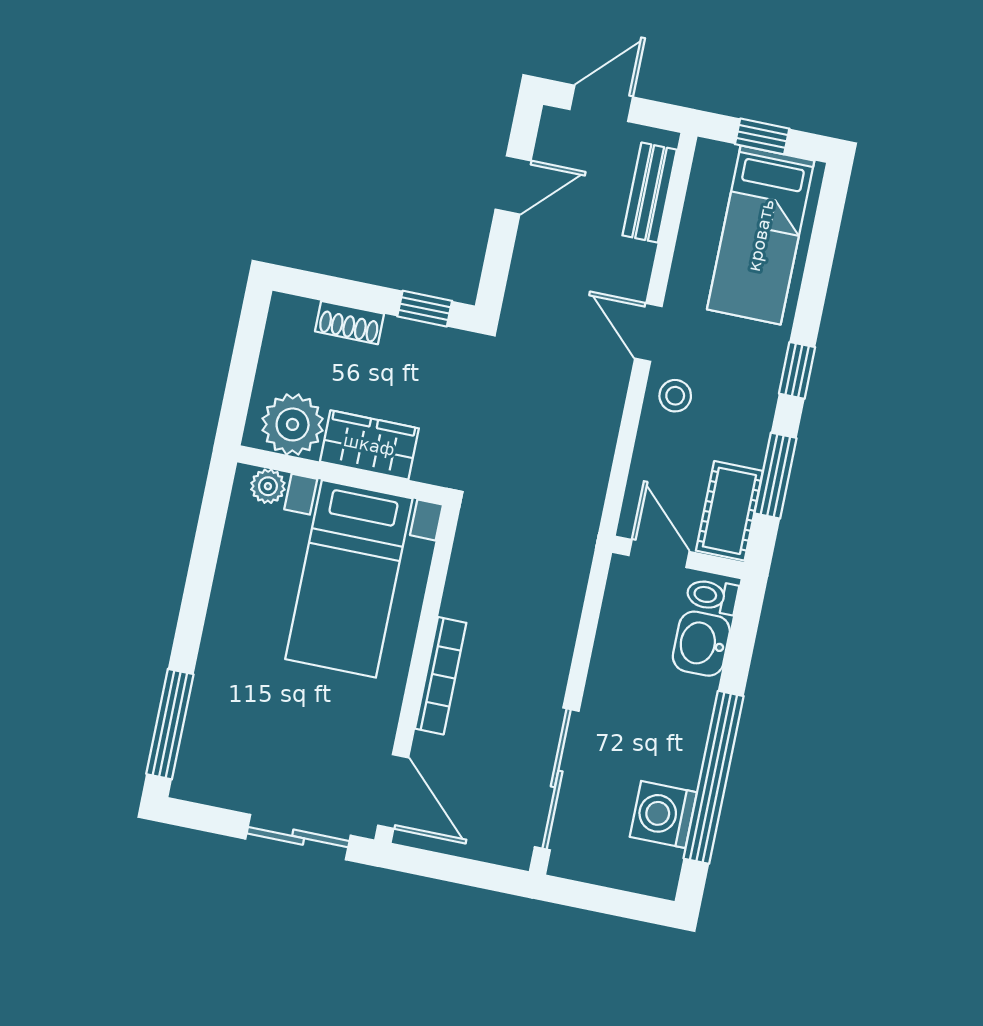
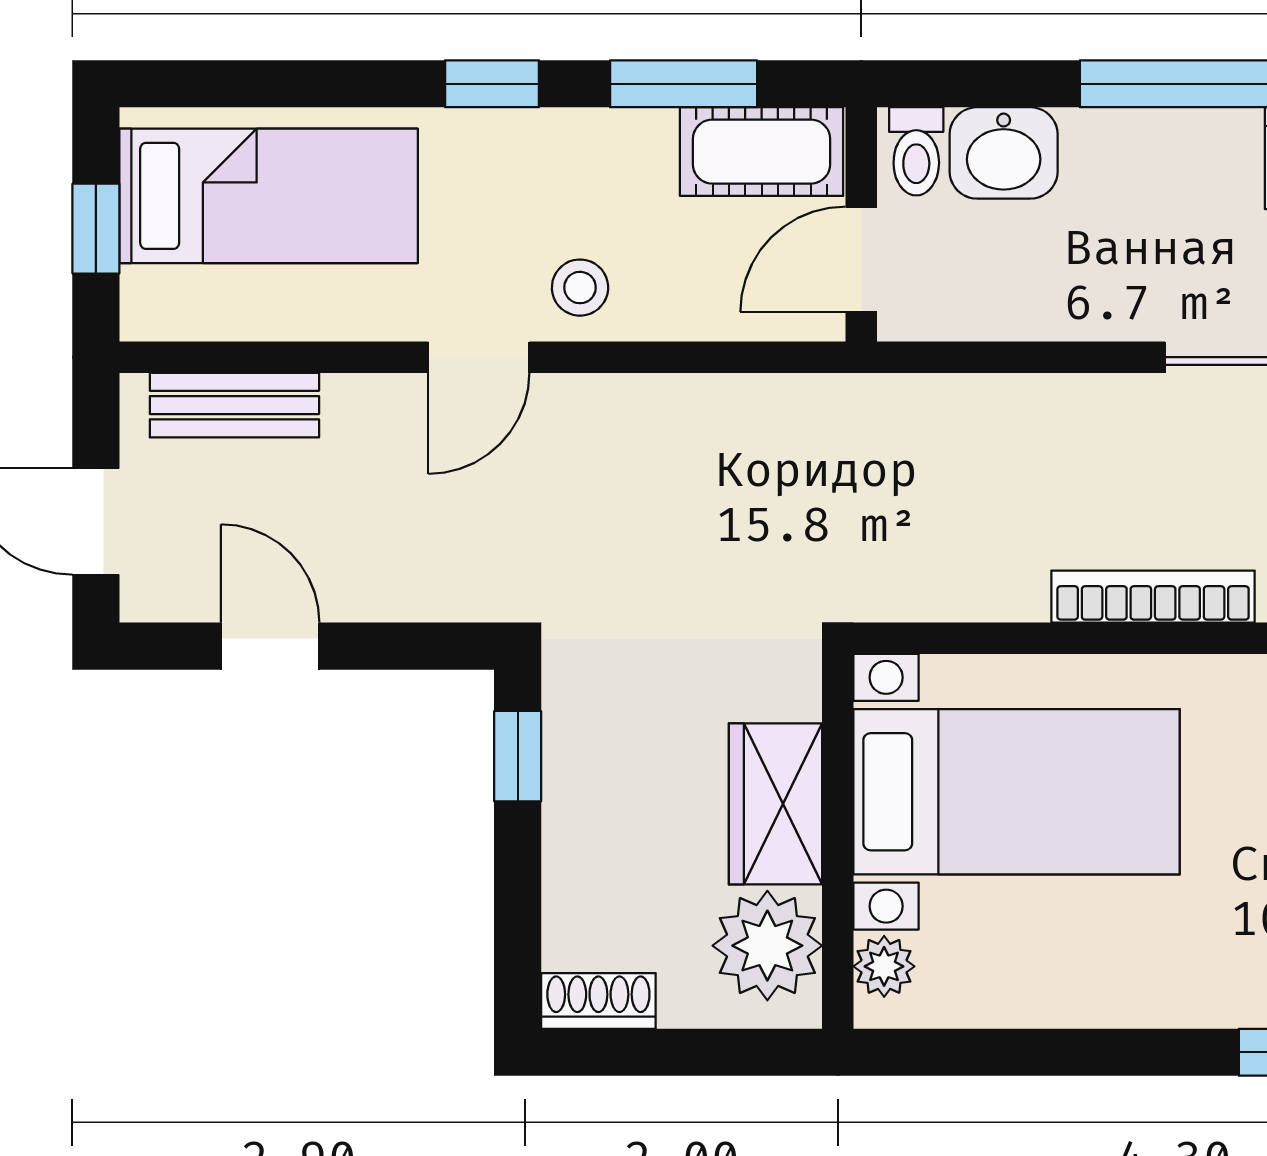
shoe rack: (350, 323) -> (598, 1001), moved, turned -90

